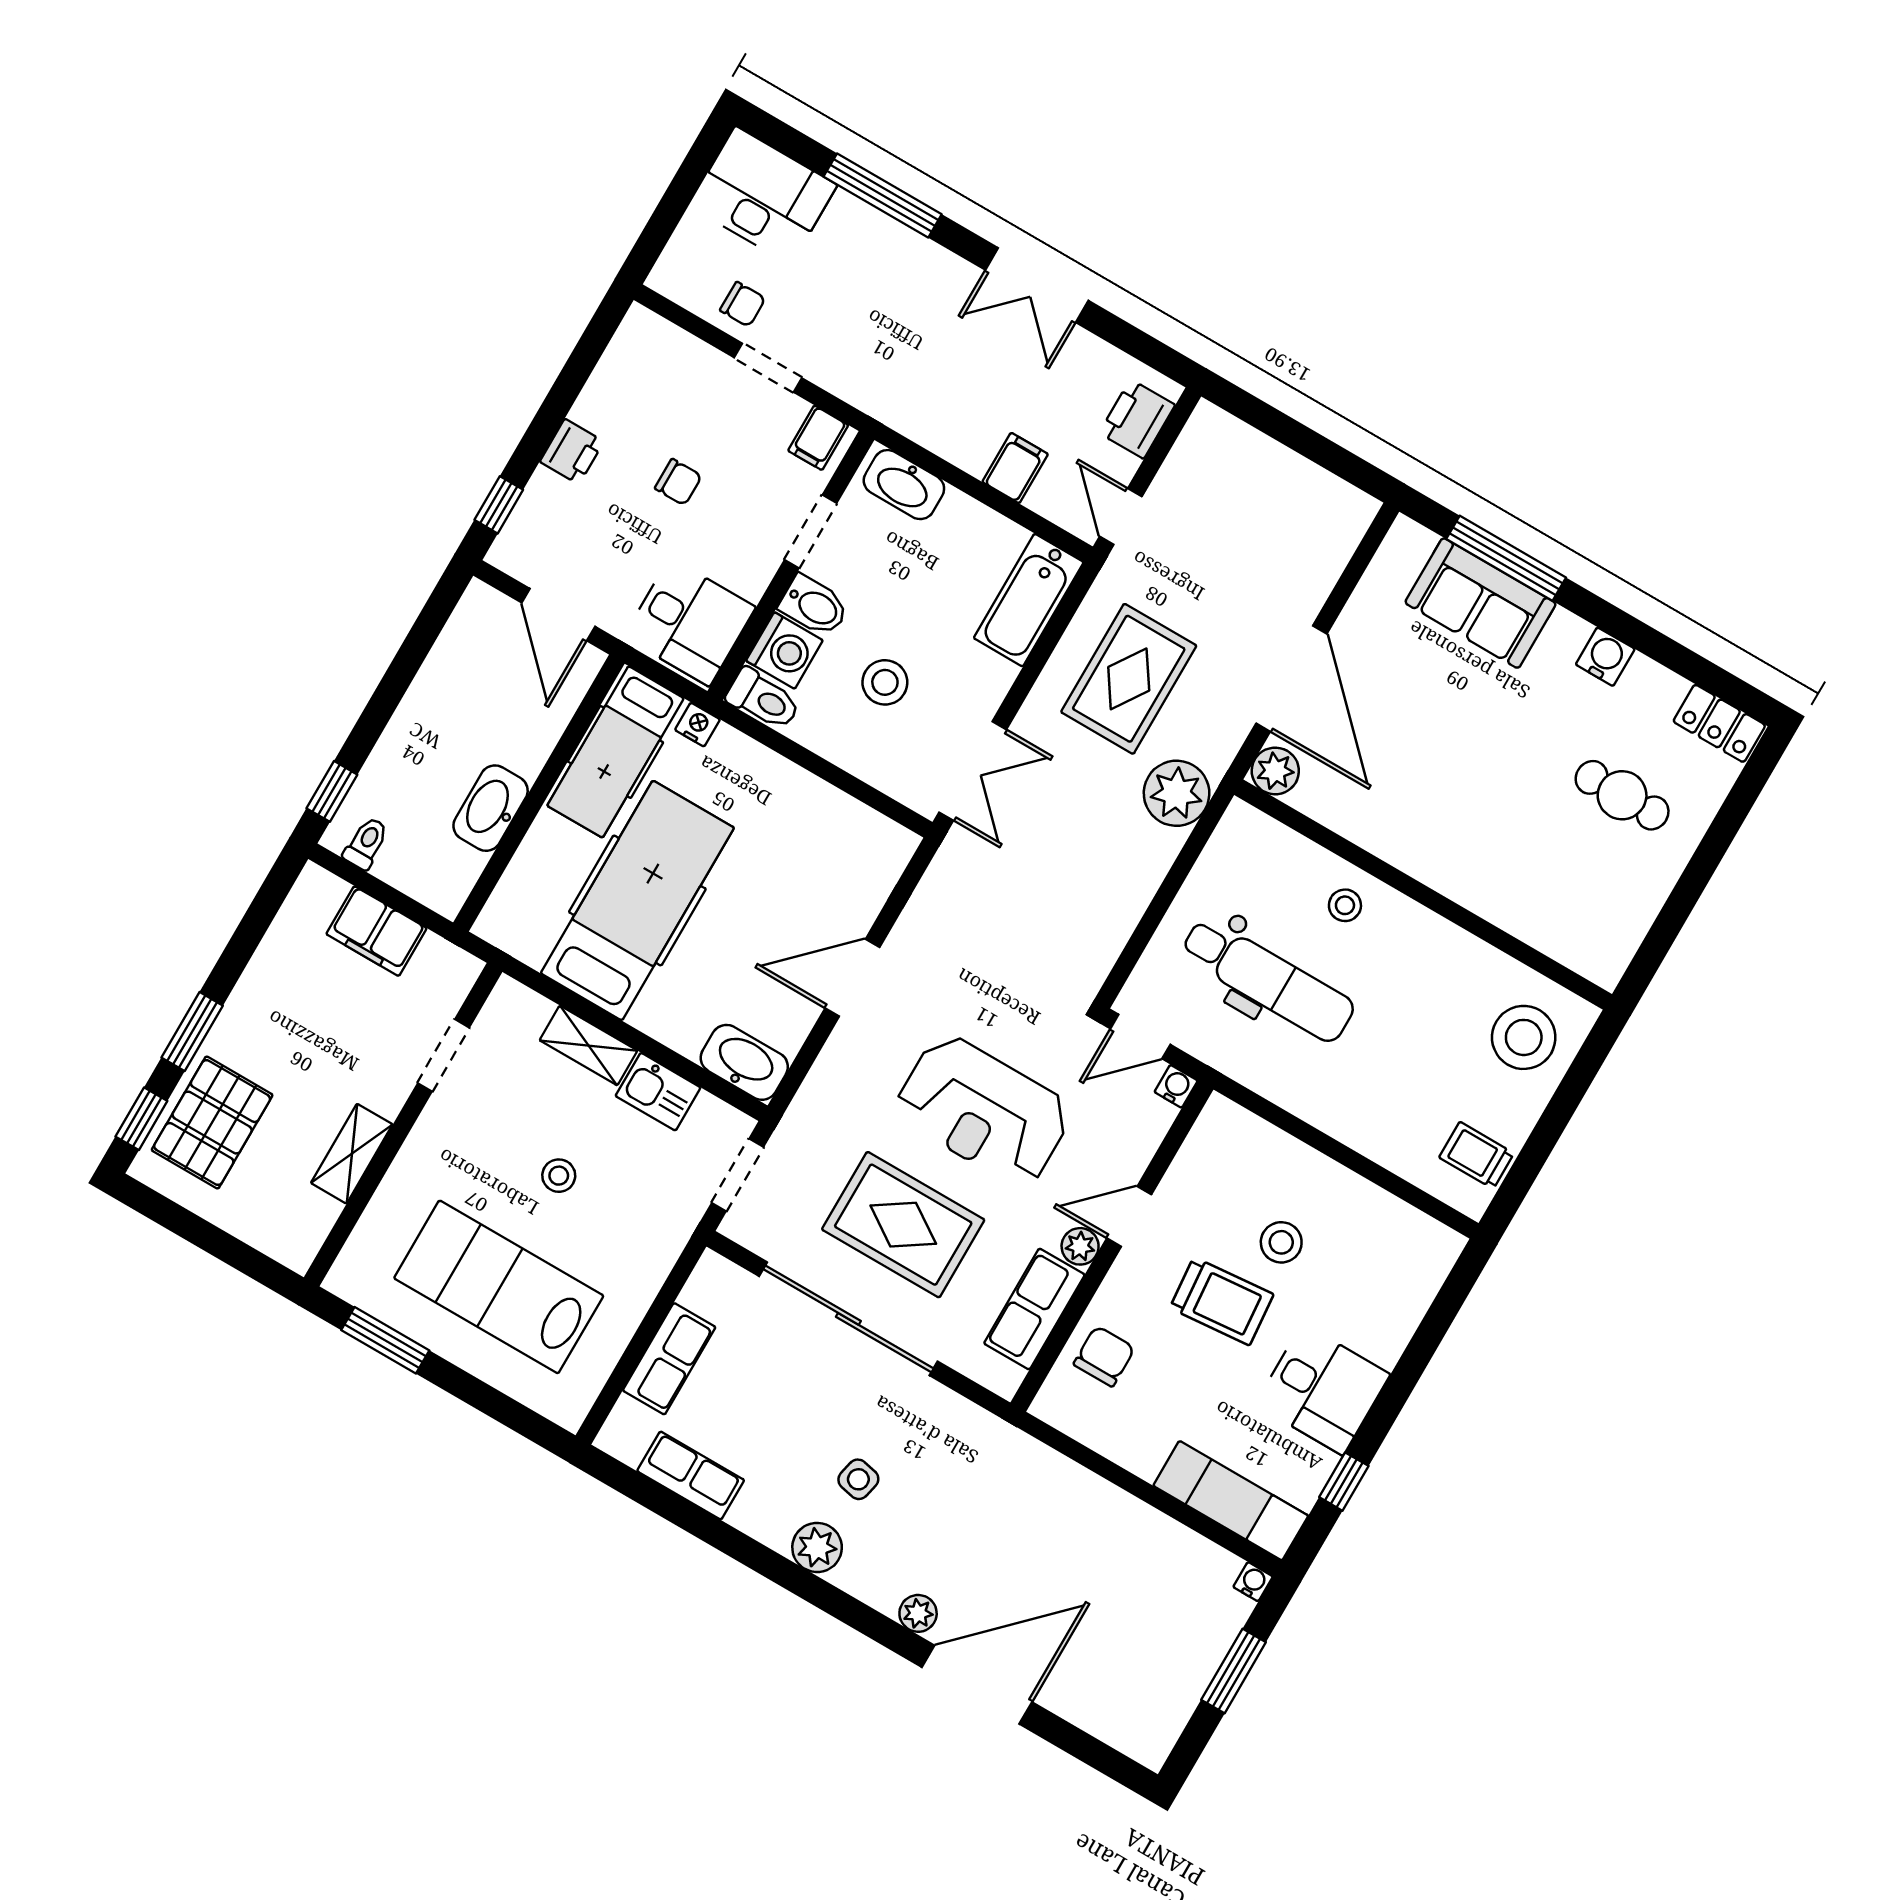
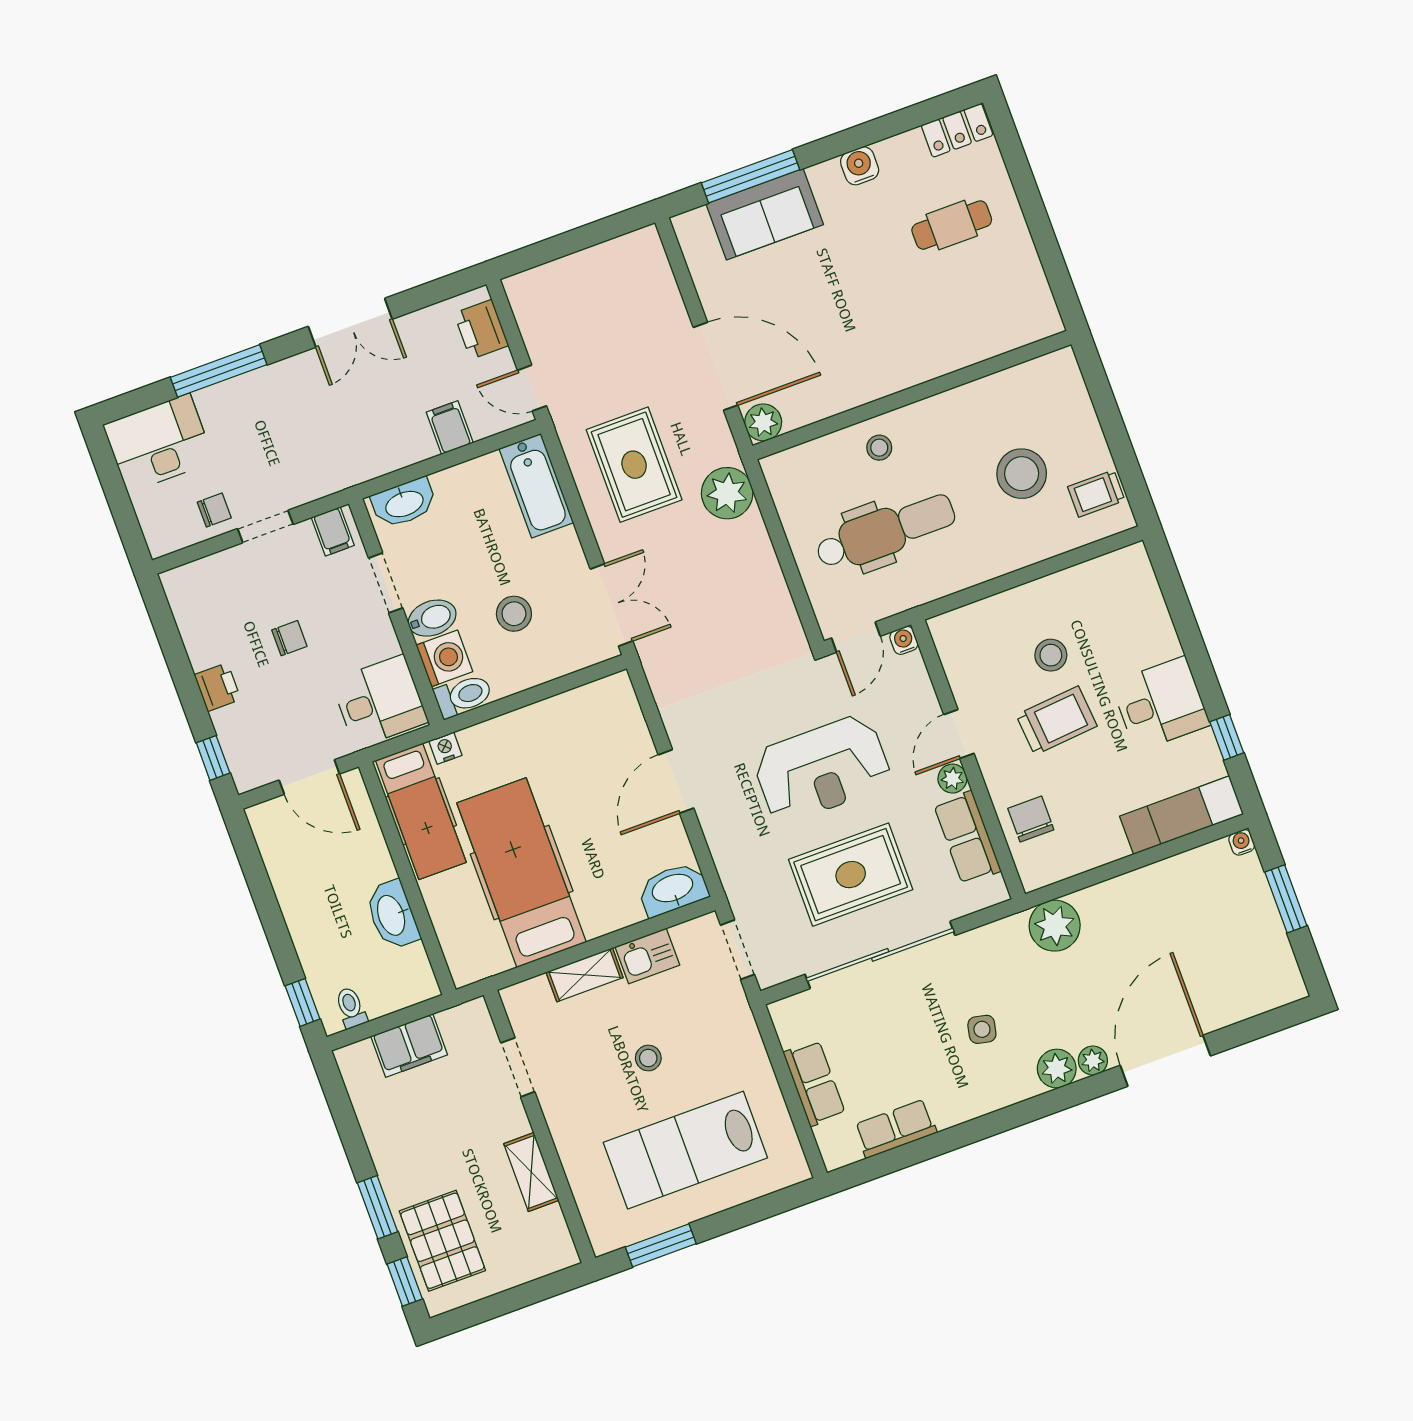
stool: (1524, 1037) -> (1022, 474), moved
plant: (1019, 1466) -> (1055, 926), added
plant: (817, 1547) -> (1057, 1069), moved

